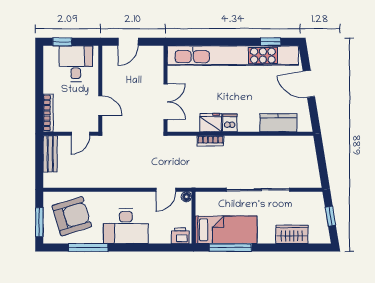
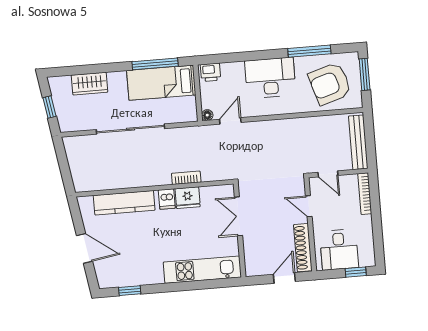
kitchen unit: (233, 56) -> (202, 270), width x0.54
shoe rack: (109, 68) -> (303, 248), added
kitchen counter: (278, 123) -> (124, 203), width x1.50
door: (80, 134) -> (328, 174), swing flipped
bench: (50, 154) -> (358, 142), width x1.36

